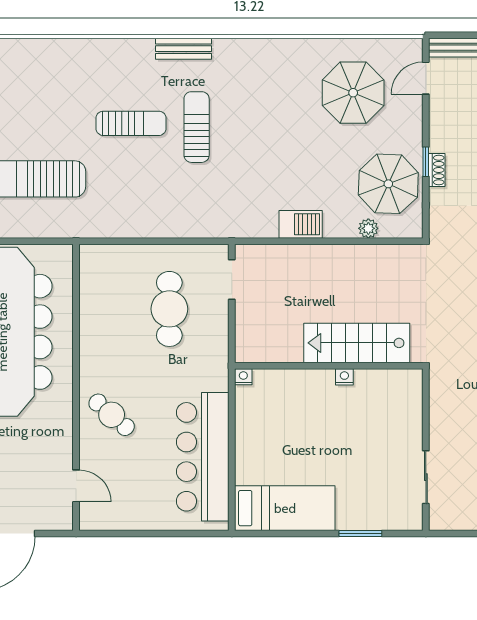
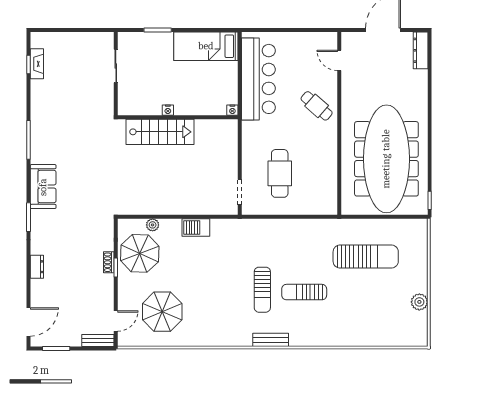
stairs: (357, 343) -> (160, 132), moved
wall: (329, 366) -> (178, 117), moved
nightstand: (243, 377) -> (232, 110), moved
nightstand: (344, 377) -> (168, 110), moved

